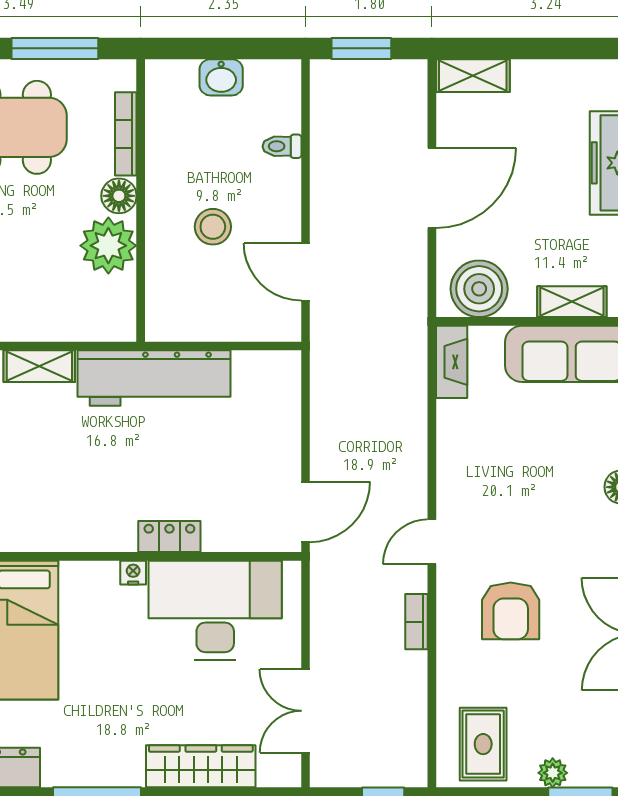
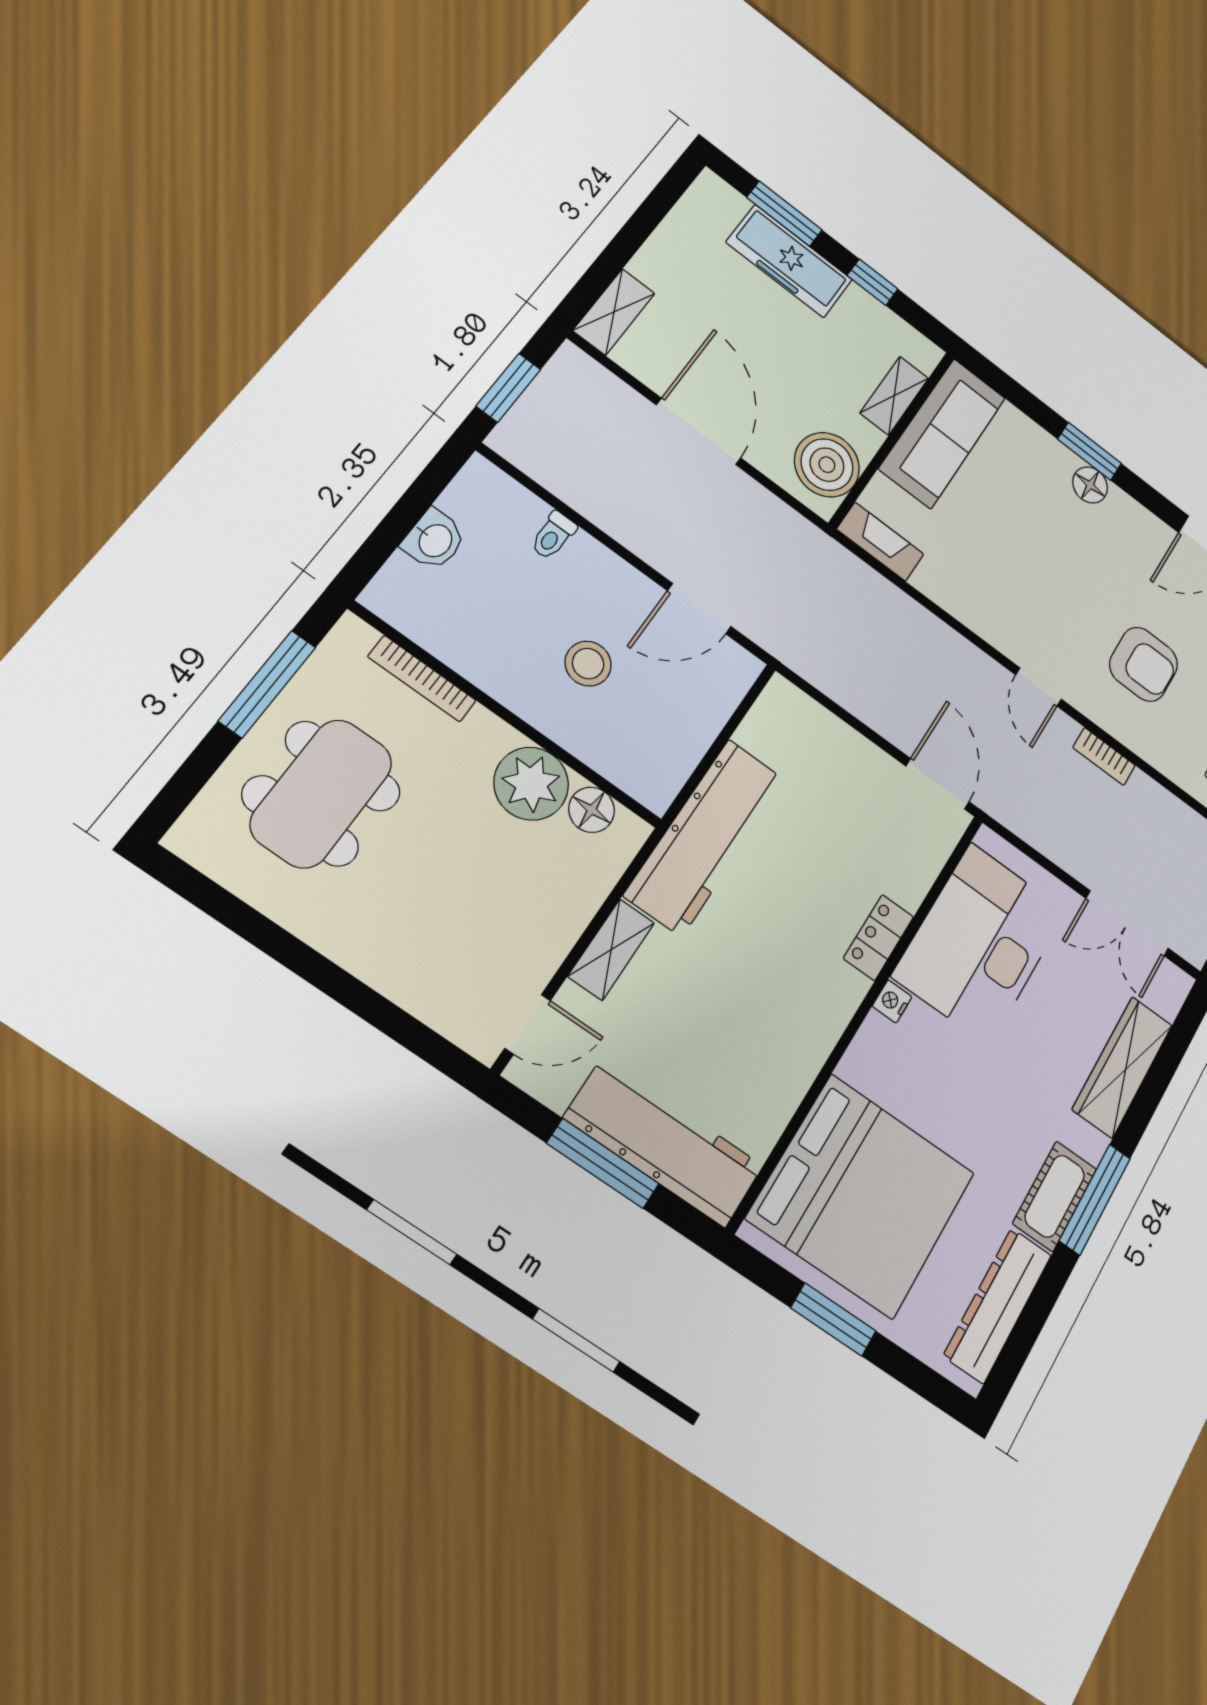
floor lamp: (119, 196) -> (592, 810), moved
cot: (80, 767) -> (1055, 1196), added

